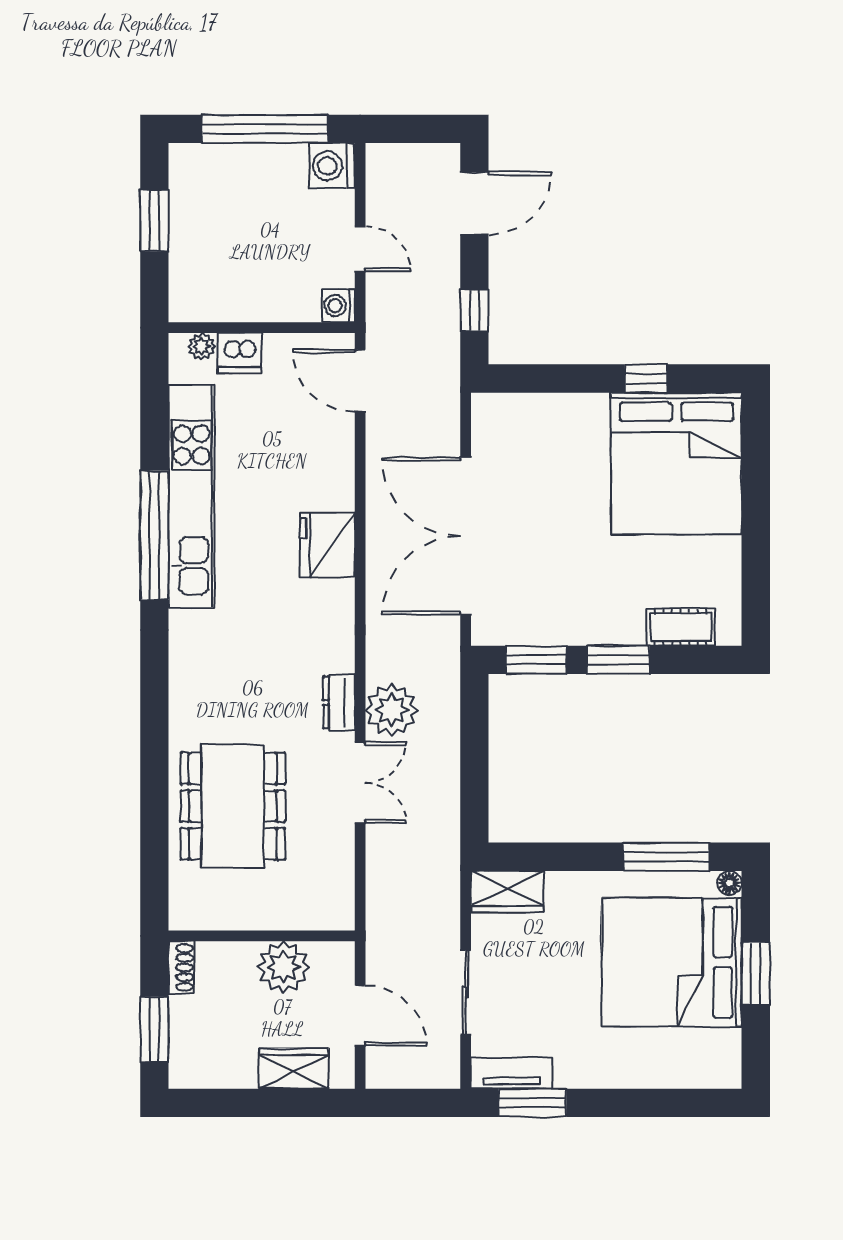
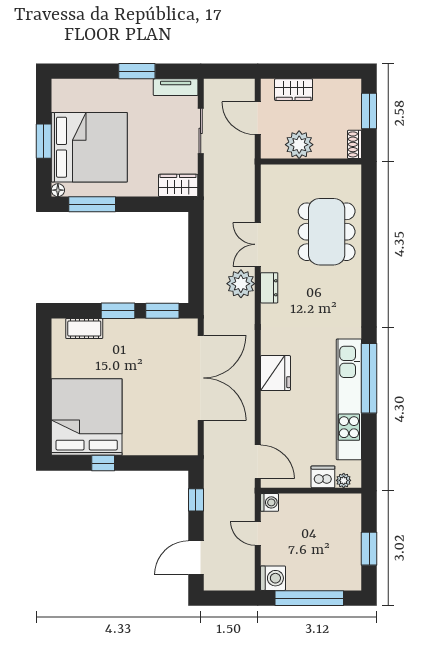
window: (532, 1103) -> (137, 71), moved

